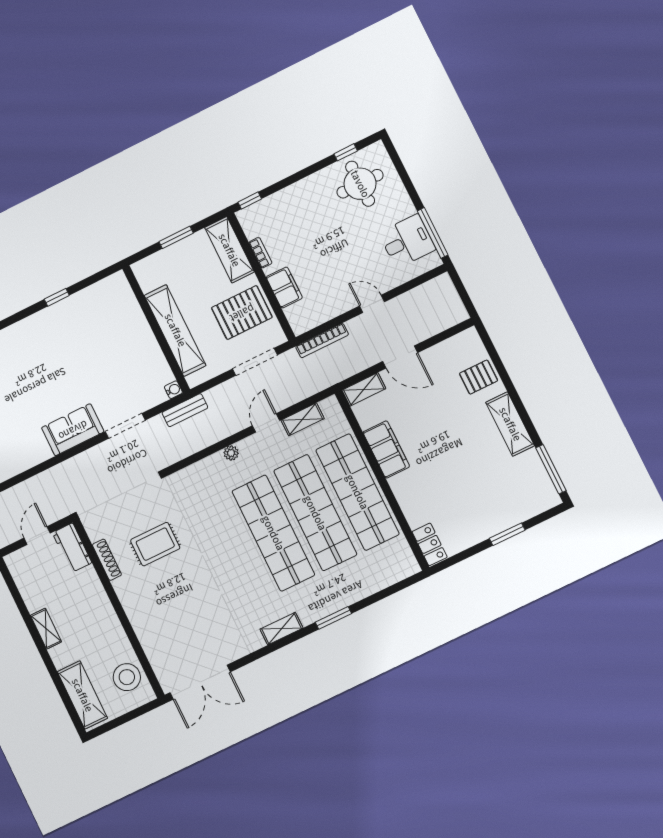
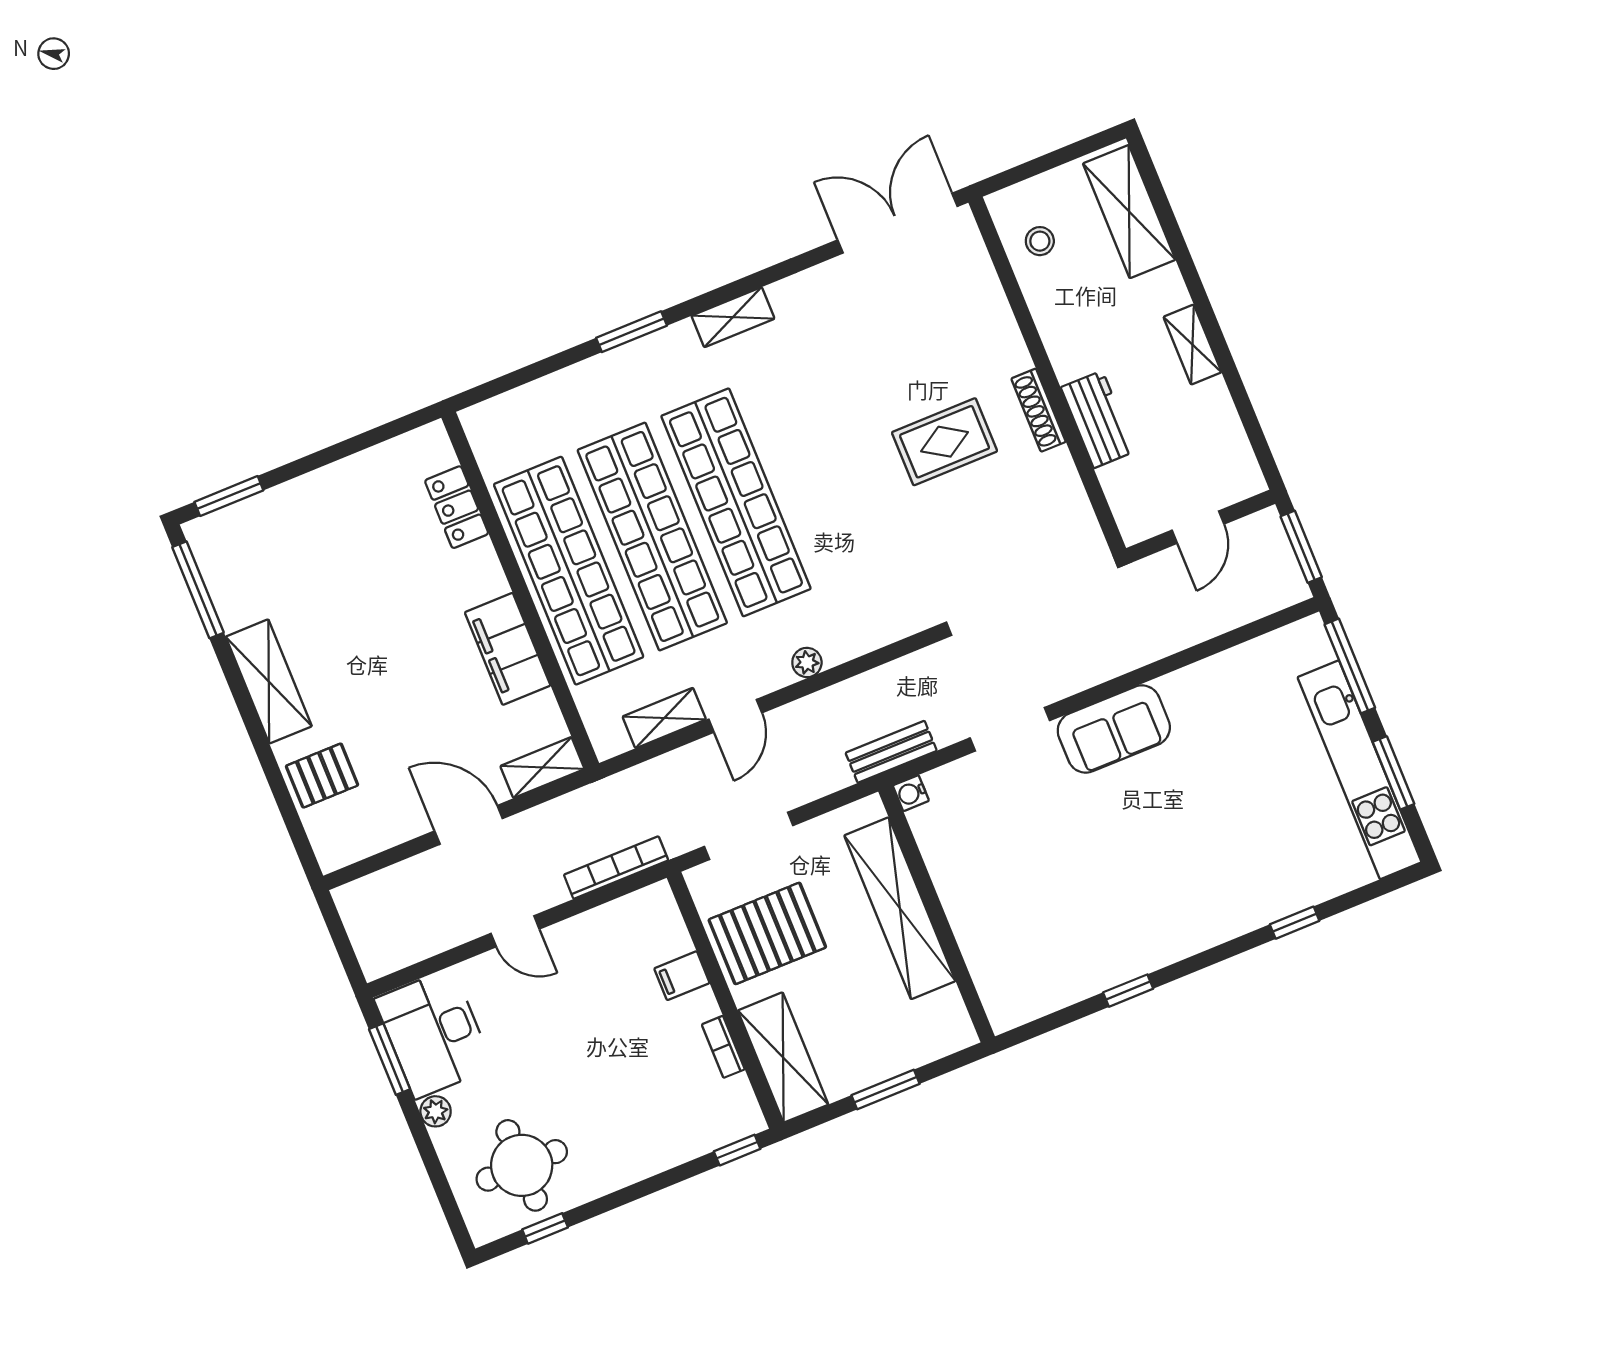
plant: (407, 208) -> (436, 1111), added
window: (433, 233) -> (390, 1059), width x0.69
desk: (407, 241) -> (434, 1033), width x1.37
filing cabinet: (284, 288) -> (682, 976), width x0.50
window: (507, 534) -> (229, 496), moved
rug: (155, 544) -> (945, 442), moved
locker: (430, 544) -> (457, 507), moved
workbench: (72, 548) -> (1098, 419), moved
shoe rack: (107, 560) -> (1039, 410), moved
stool: (127, 677) -> (1040, 241), width x0.53, depth x0.53

